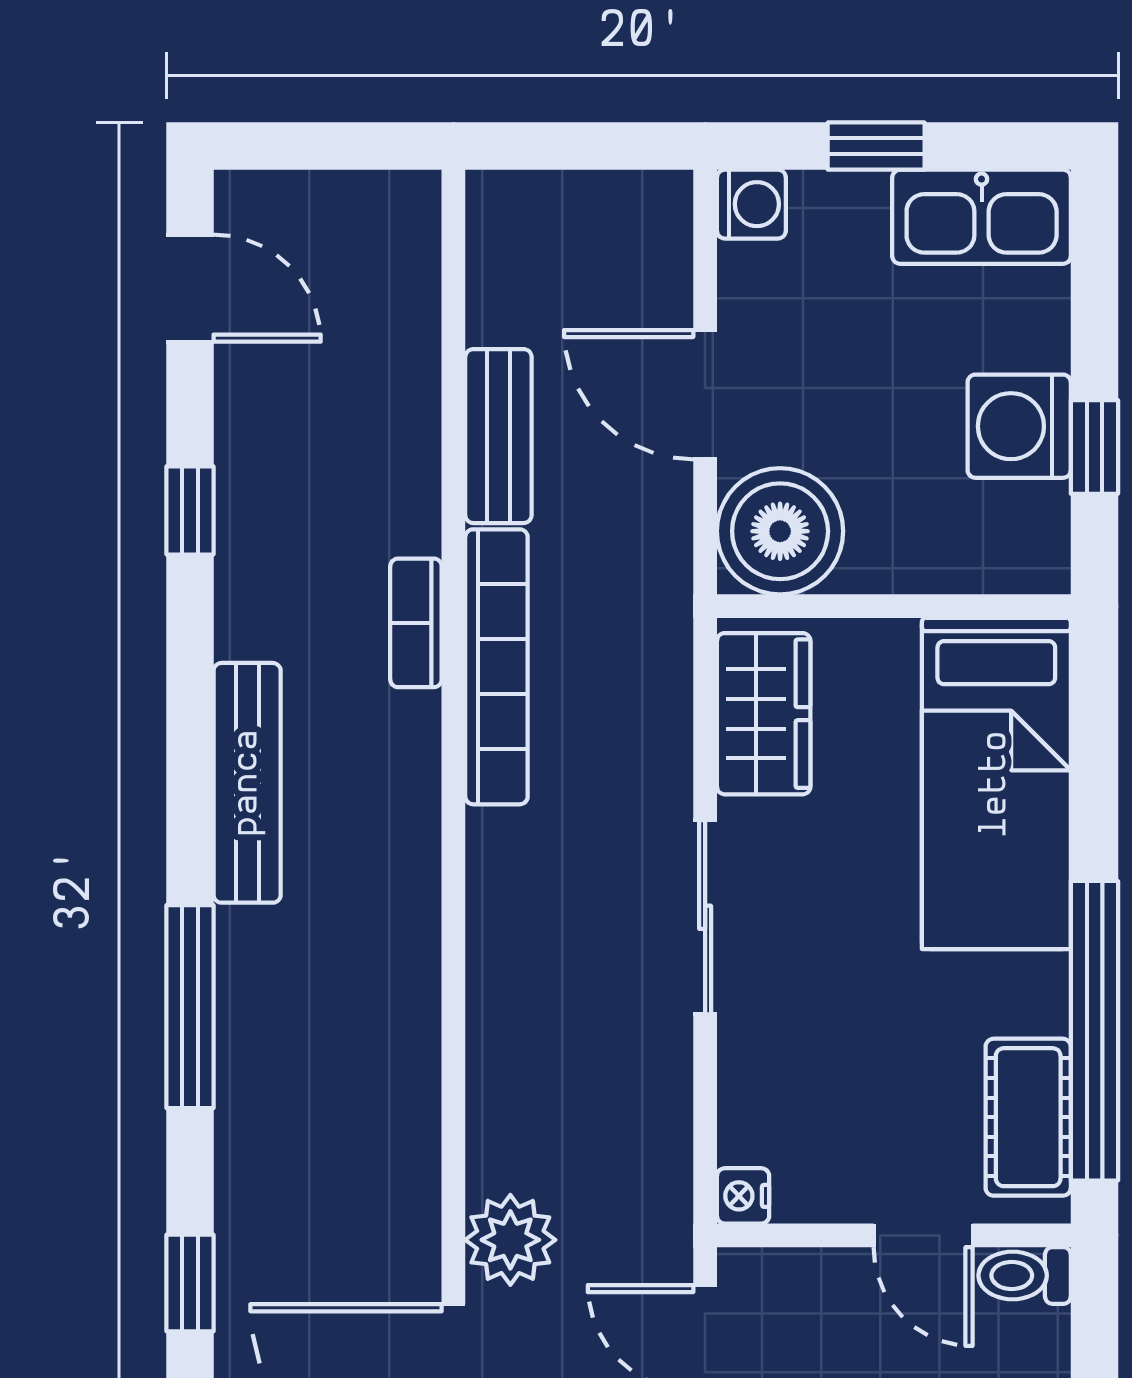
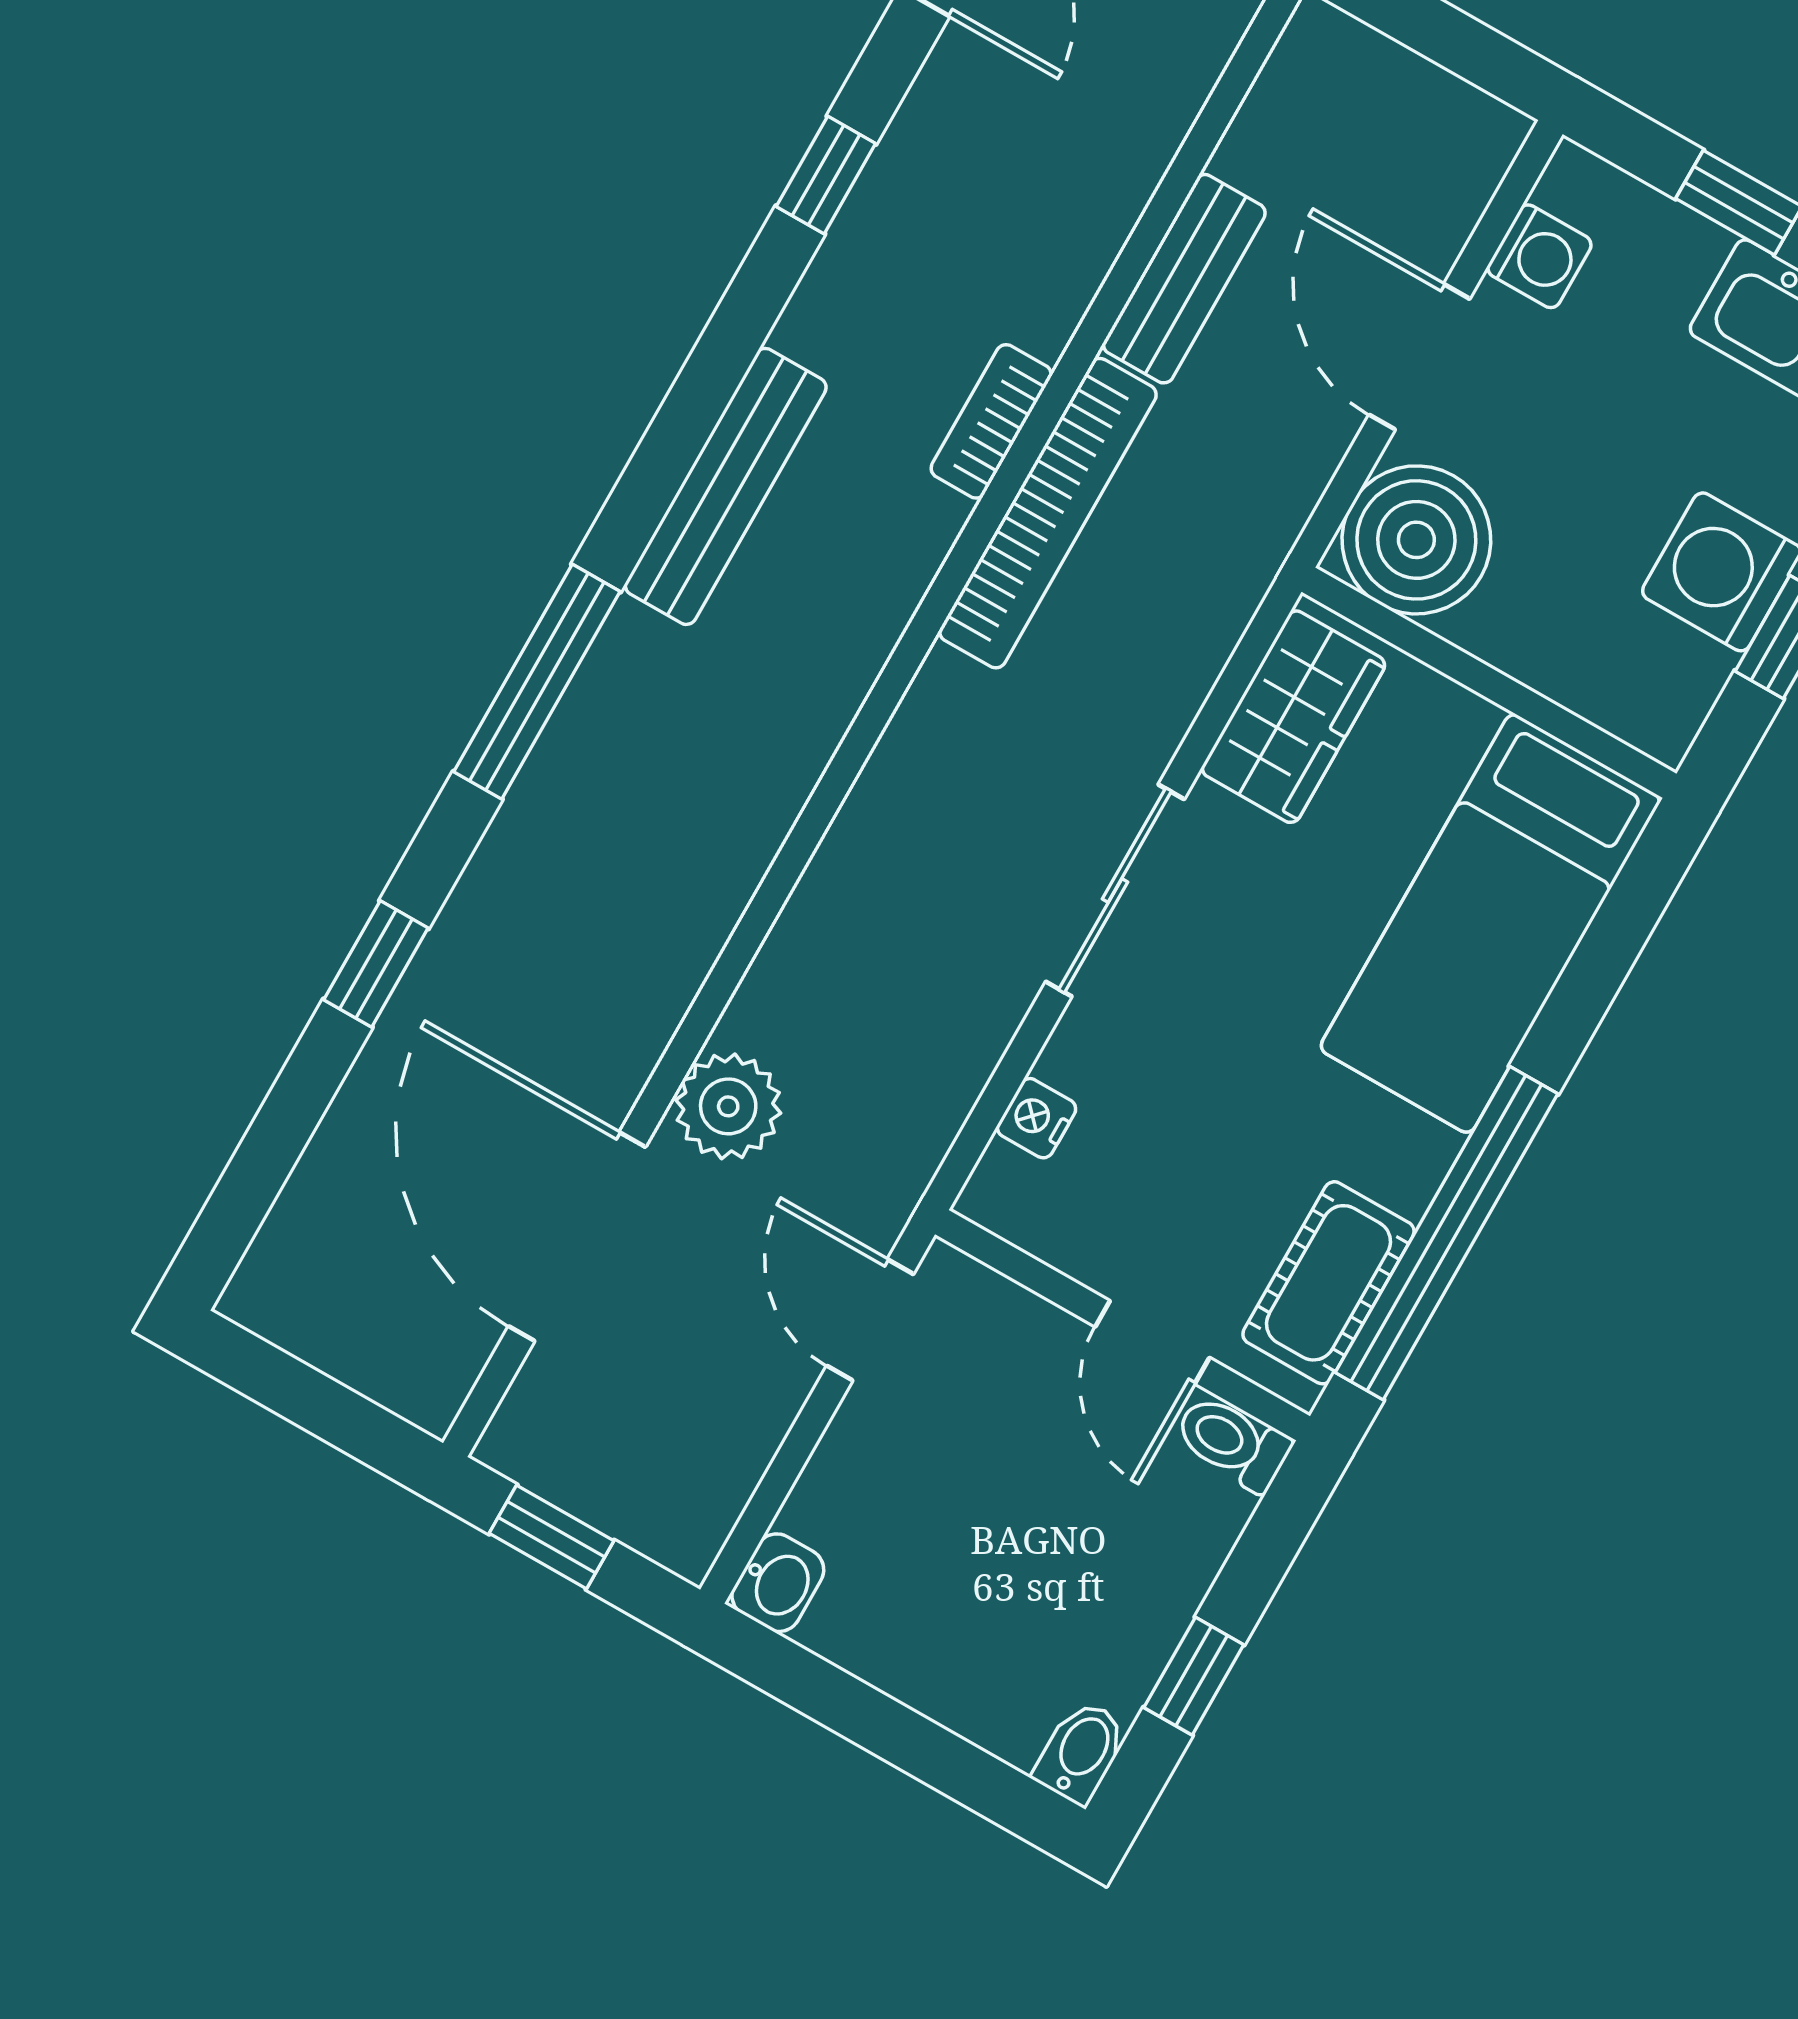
washing machine: (751, 204) -> (1539, 256), moved
nightstand: (743, 1196) -> (1036, 1118), moved

